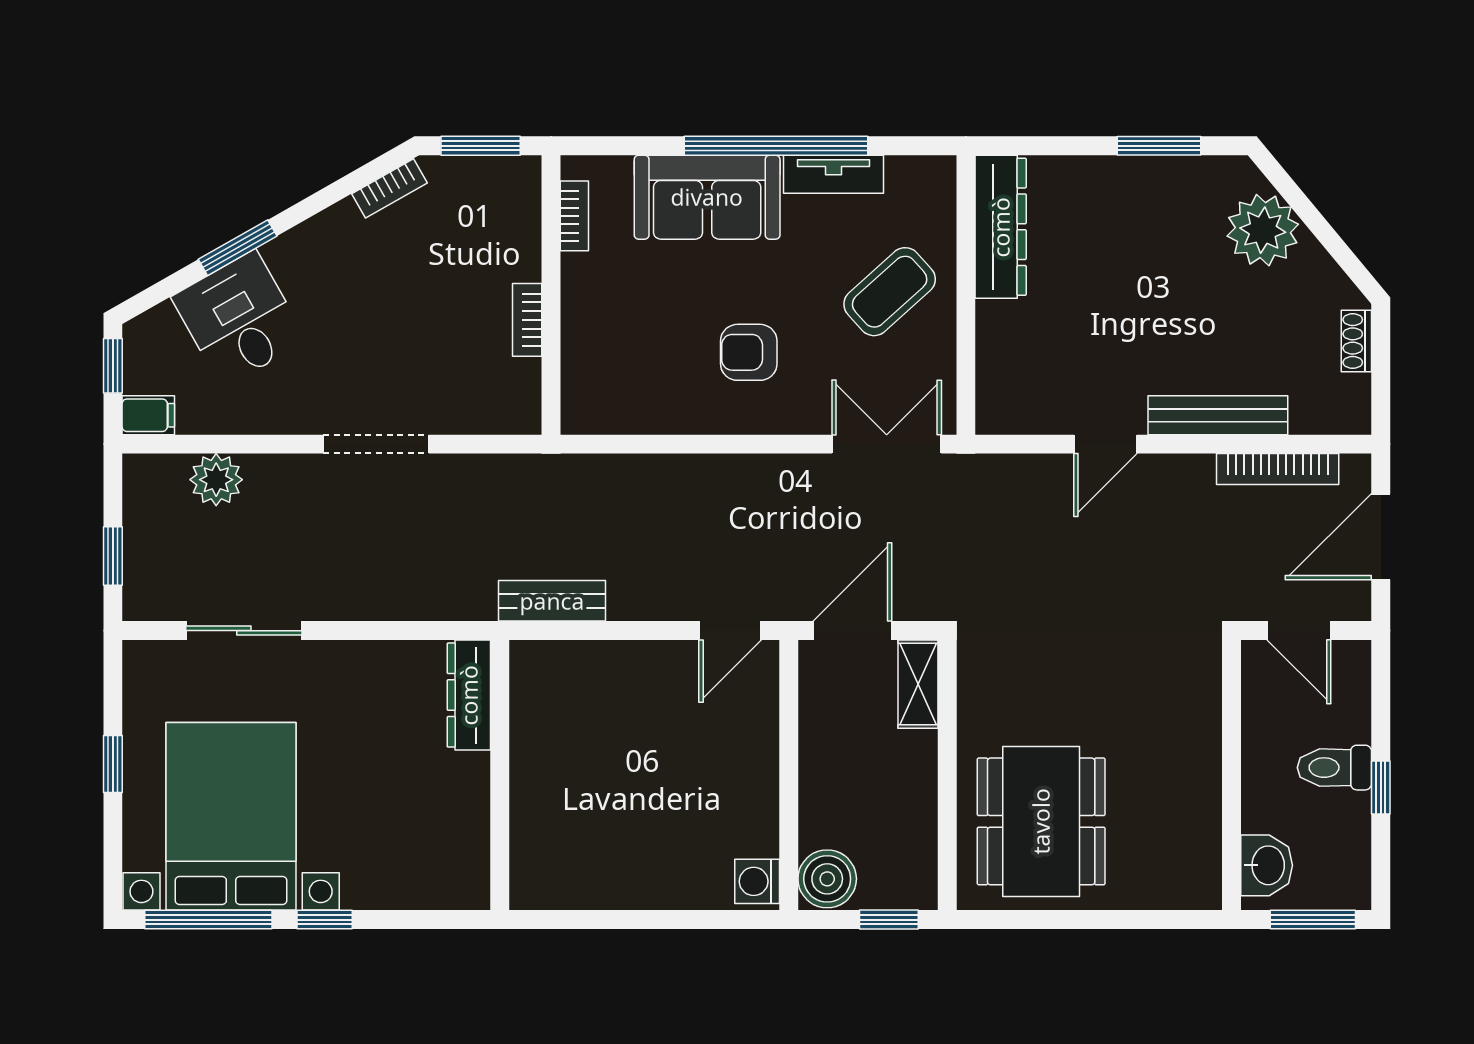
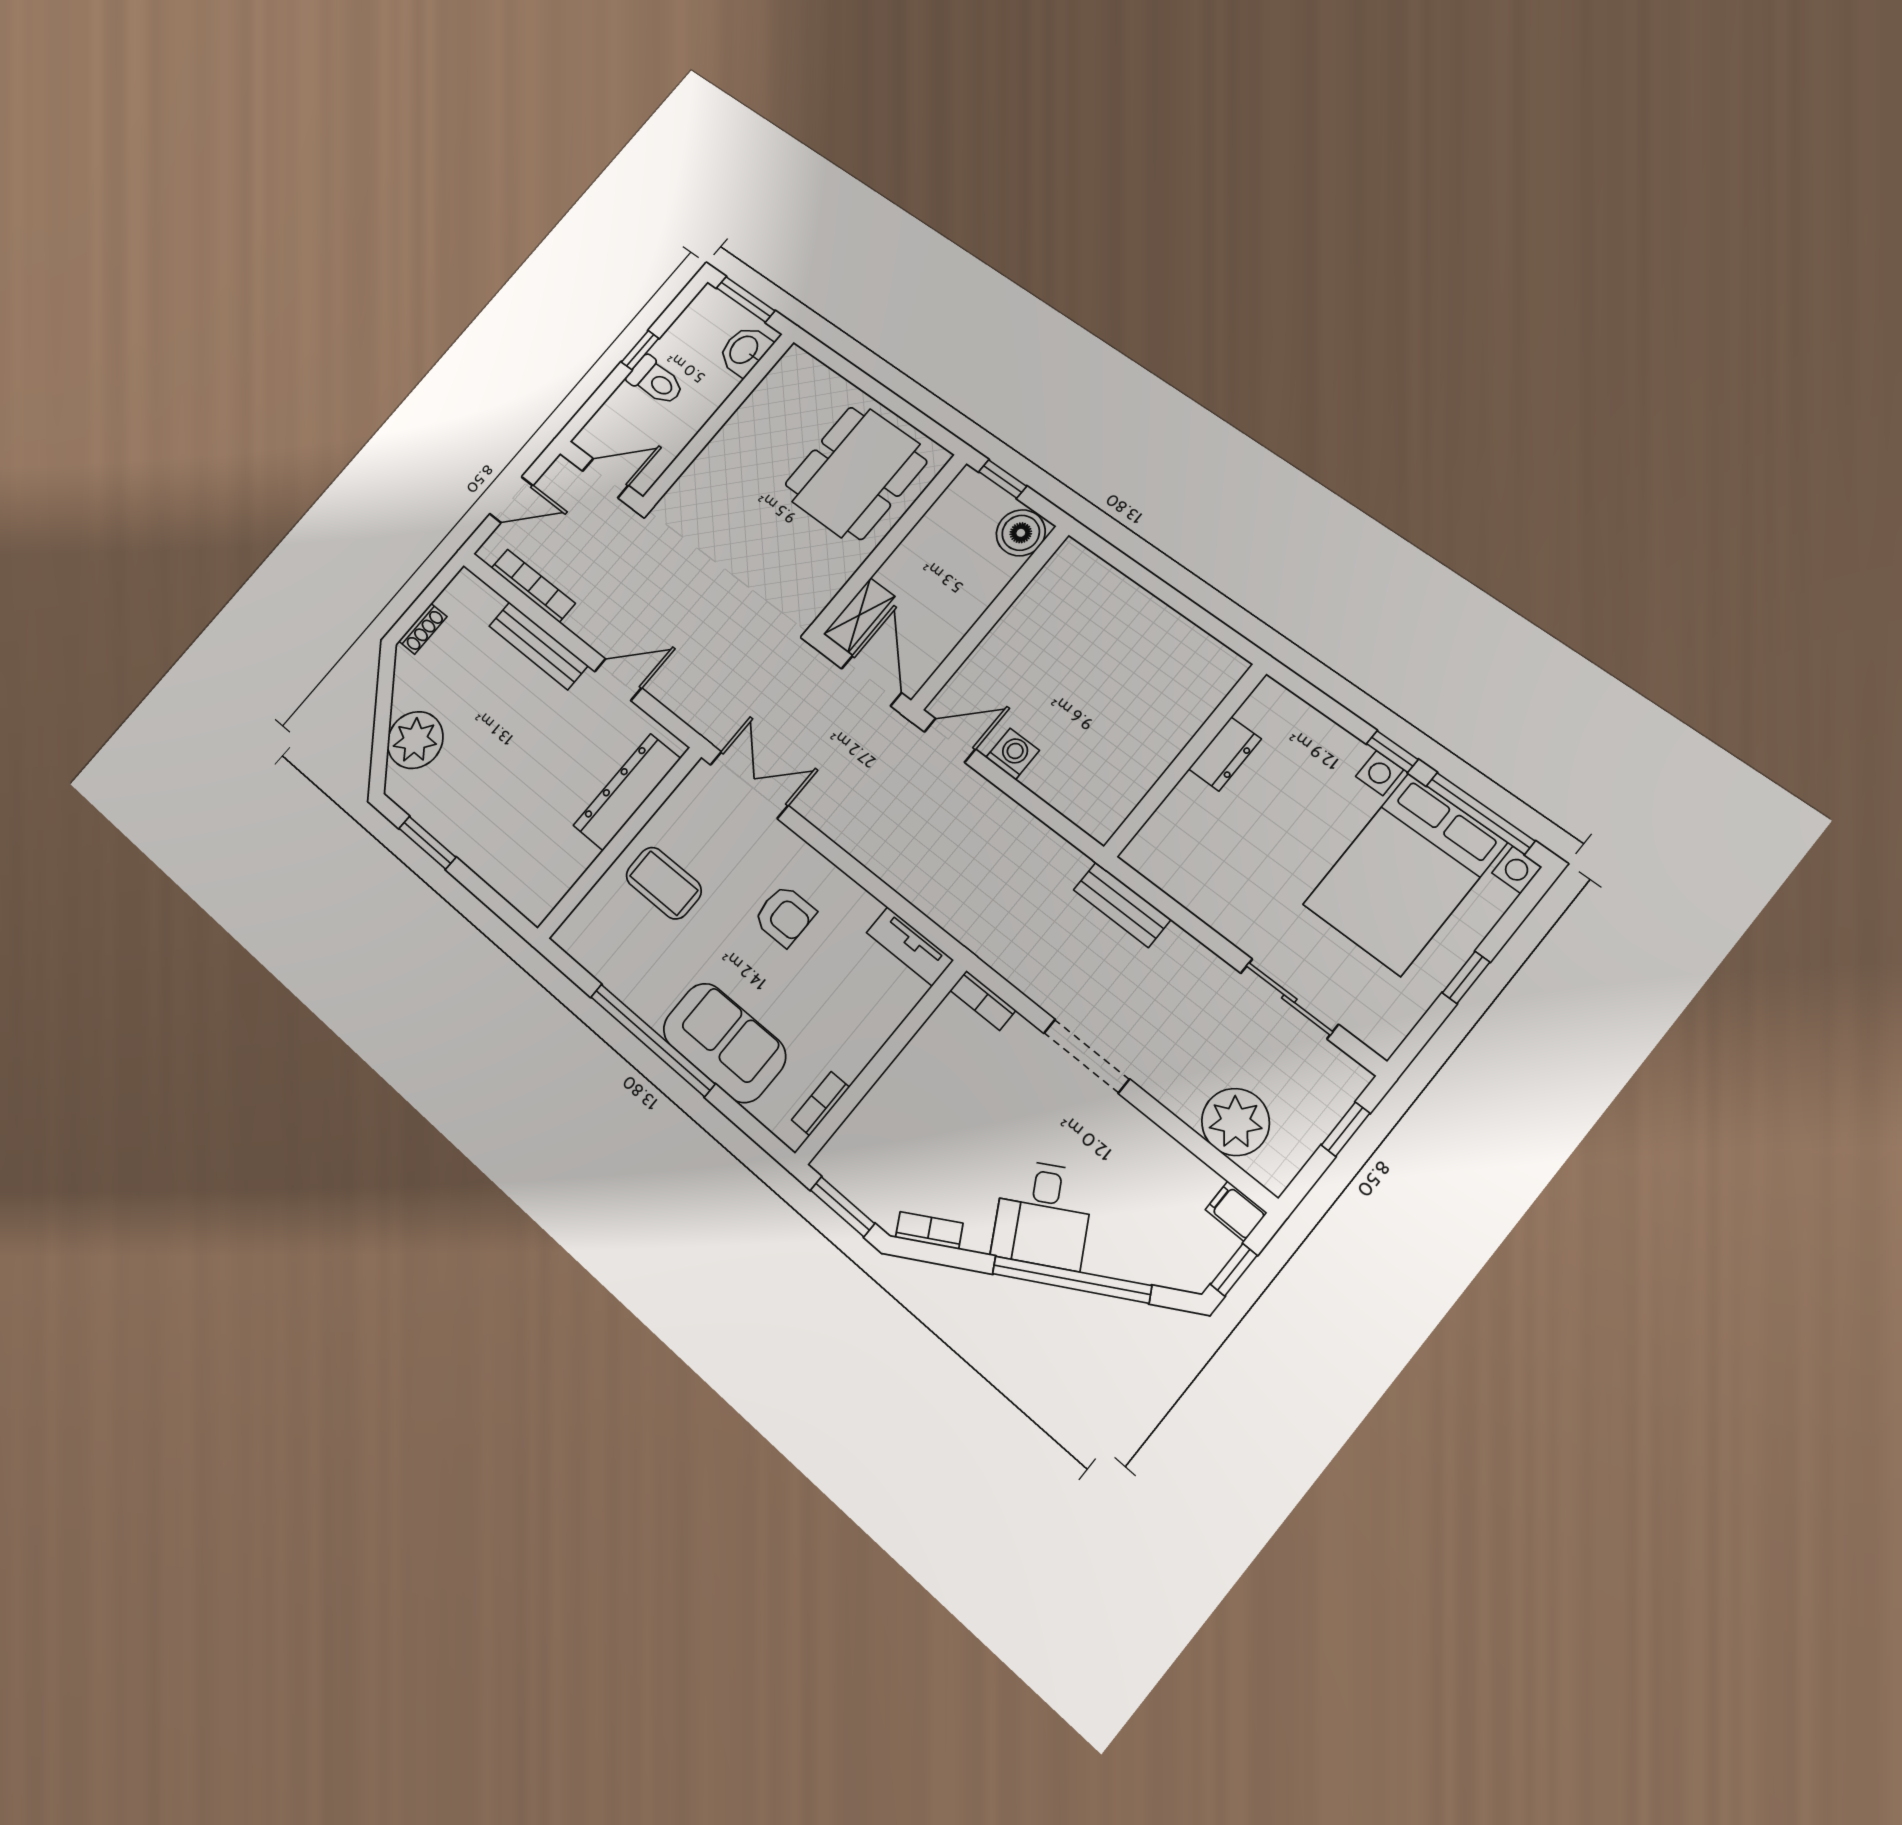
tv unit: (833, 174) -> (910, 946), moved, turned 180
dresser: (1001, 227) -> (627, 792), moved
window: (238, 248) -> (1072, 1280), width x2.11
coffee table: (890, 292) -> (664, 883), turned 42
desk: (239, 319) -> (1043, 1214), moved
bookcase: (527, 320) -> (983, 1000), moved, turned 90
double door: (887, 444) -> (749, 785), swing flipped
plant: (216, 480) -> (1236, 1122), width x1.36, depth x1.36
door: (1381, 537) -> (511, 500), width x0.73
bench: (552, 601) -> (1122, 905), moved
door: (852, 631) -> (871, 681), swing flipped
door: (1299, 631) -> (605, 478), hinge flipped
dresser: (469, 695) -> (1225, 754), moved, width x0.70
washing machine: (757, 881) -> (1013, 754), moved, turned -90

